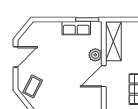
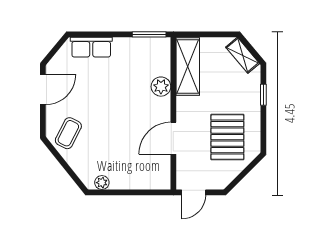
row of seats: (76, 28) -> (91, 47), moved
door: (104, 76) -> (173, 138), moved

